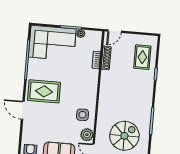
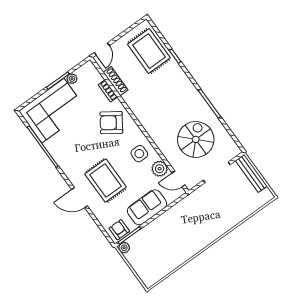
rug: (142, 57) -> (149, 51), width x1.36, depth x1.43
armchair: (82, 81) -> (111, 123), added
rug: (44, 91) -> (106, 181), moved, turned 90

